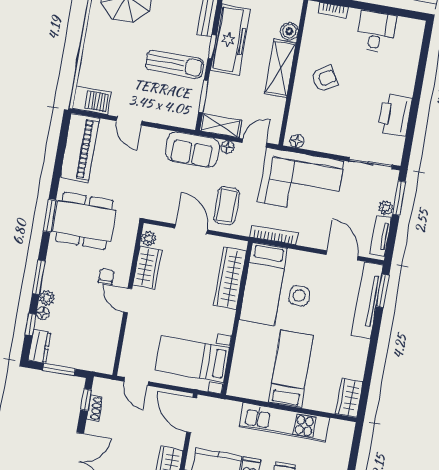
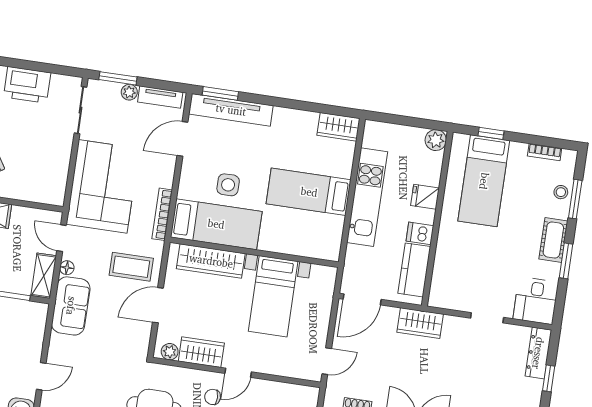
floor lamp: (297, 141) -> (58, 192), removed
bed with nightstands: (192, 359) -> (273, 296), moved

